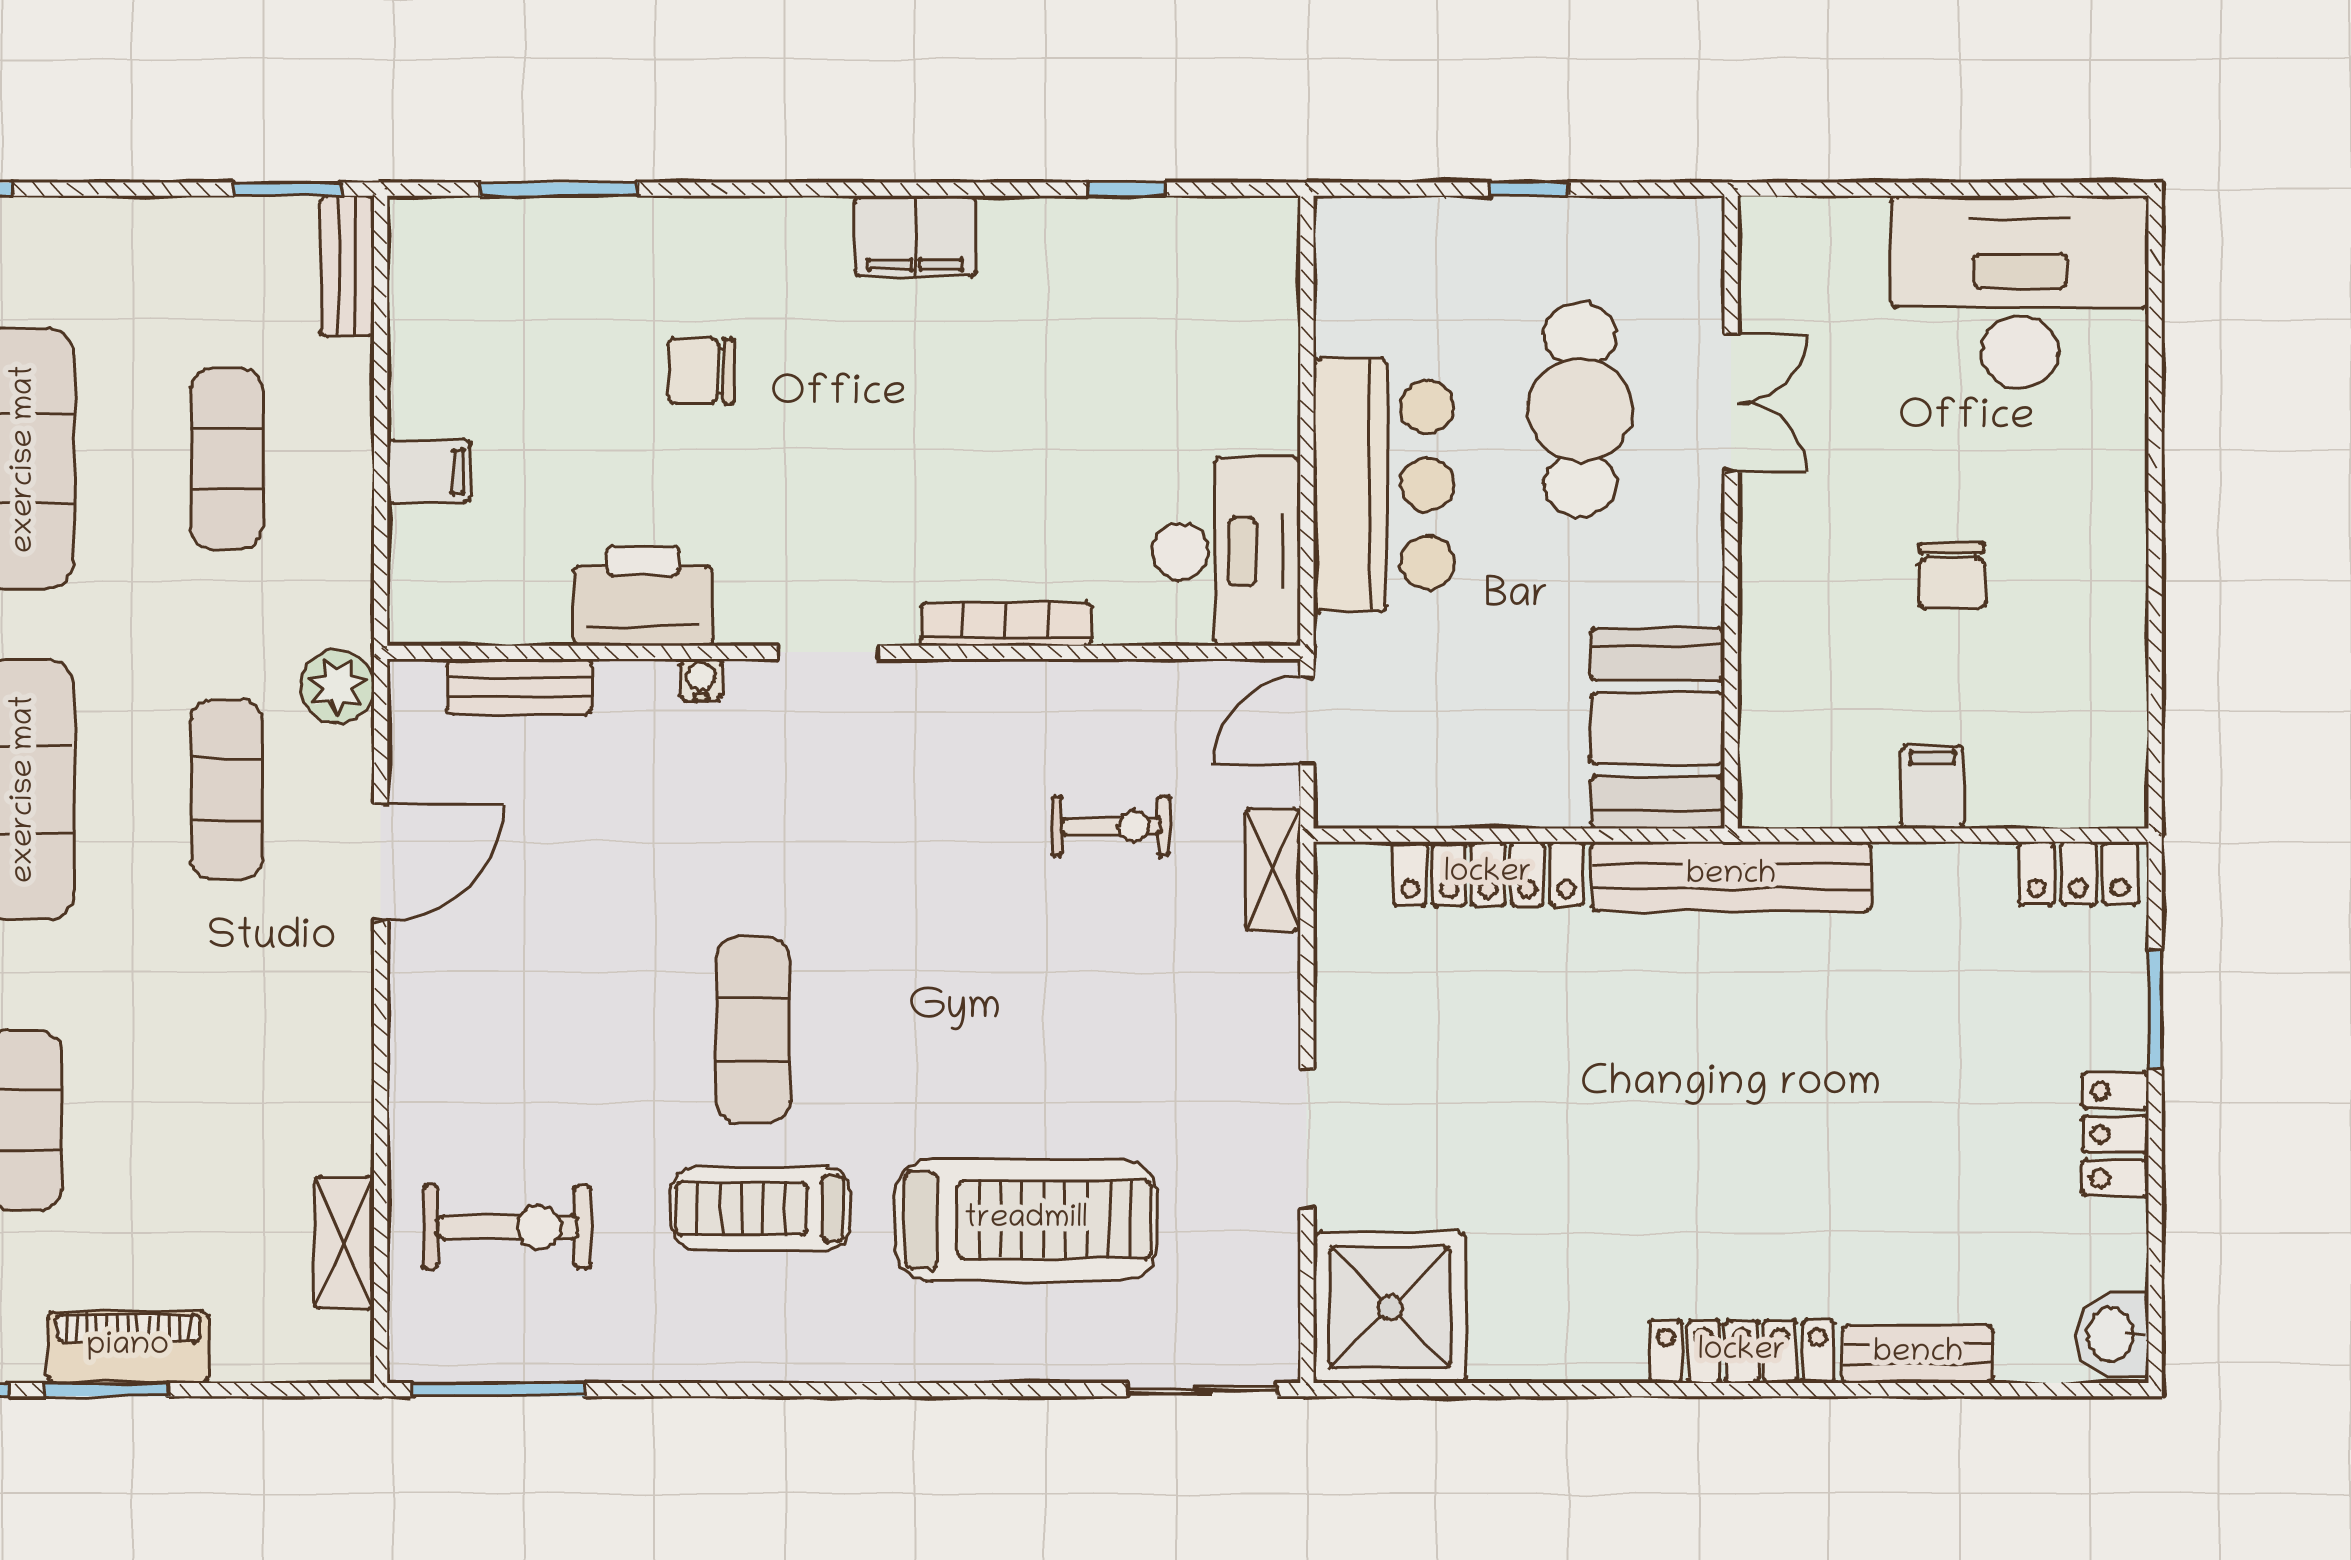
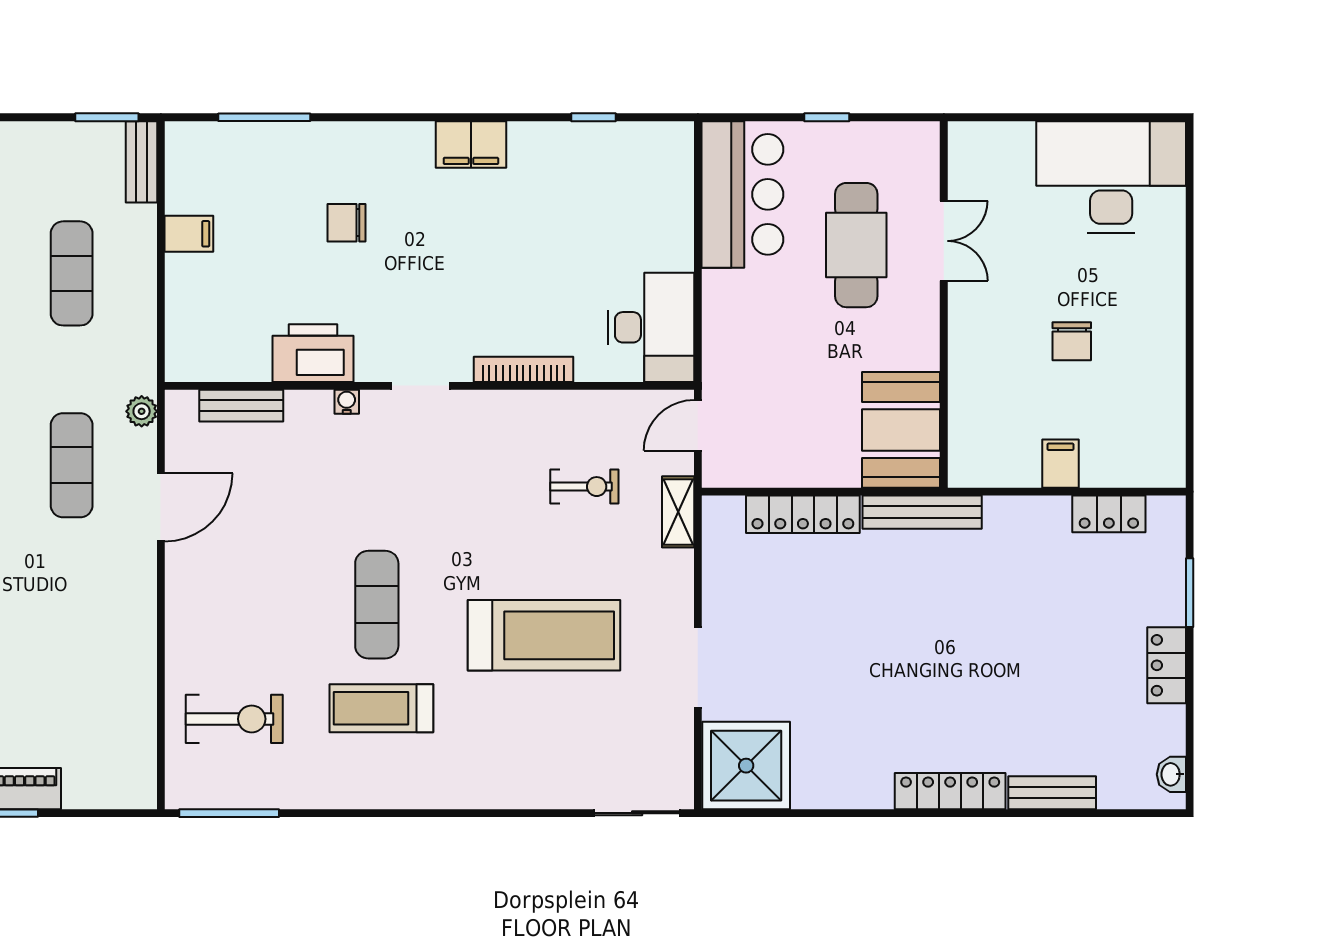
filing cabinet: (429, 472) -> (189, 234), moved
bar counter: (1384, 485) -> (742, 194), moved
plant: (337, 686) -> (142, 411), width x0.73, depth x0.73
locker: (2078, 873) -> (1109, 514), moved
bench: (1731, 876) -> (922, 512), width x0.73, depth x0.82
treadmill: (1026, 1220) -> (544, 635), moved
shelving: (344, 1243) -> (140, 728), removed
washbasin: (2113, 1334) -> (1171, 774), width x0.72, depth x0.69

